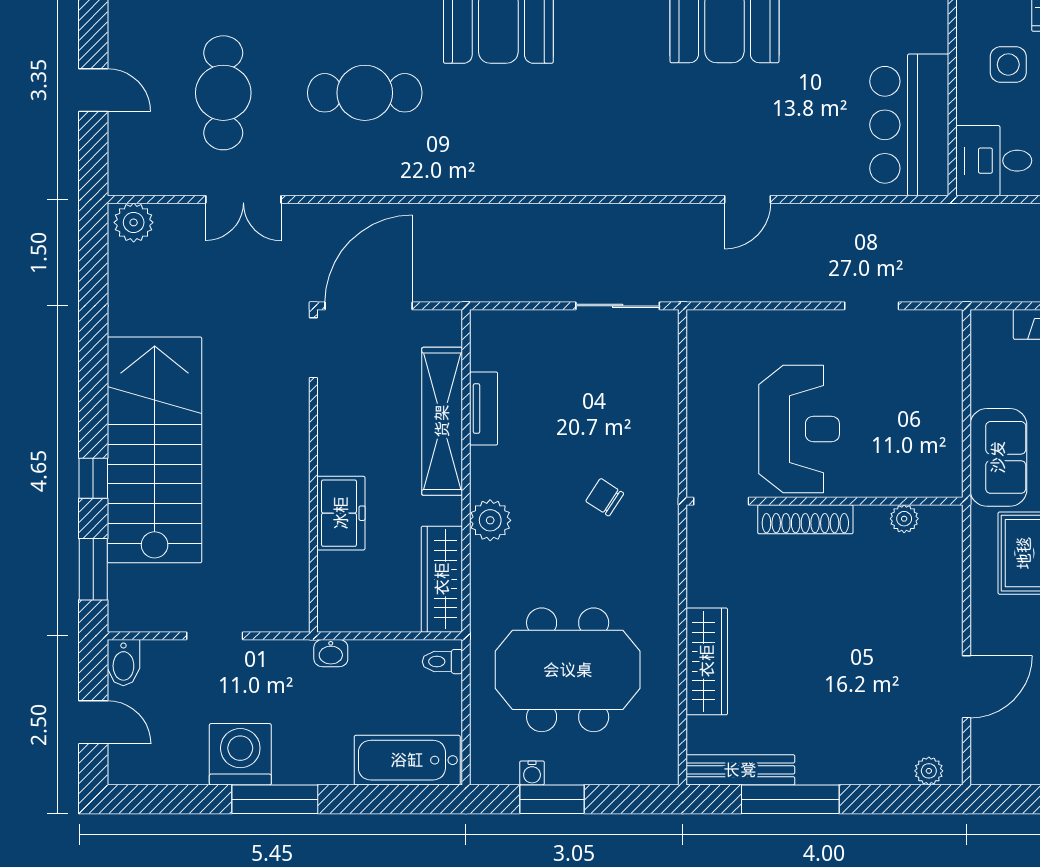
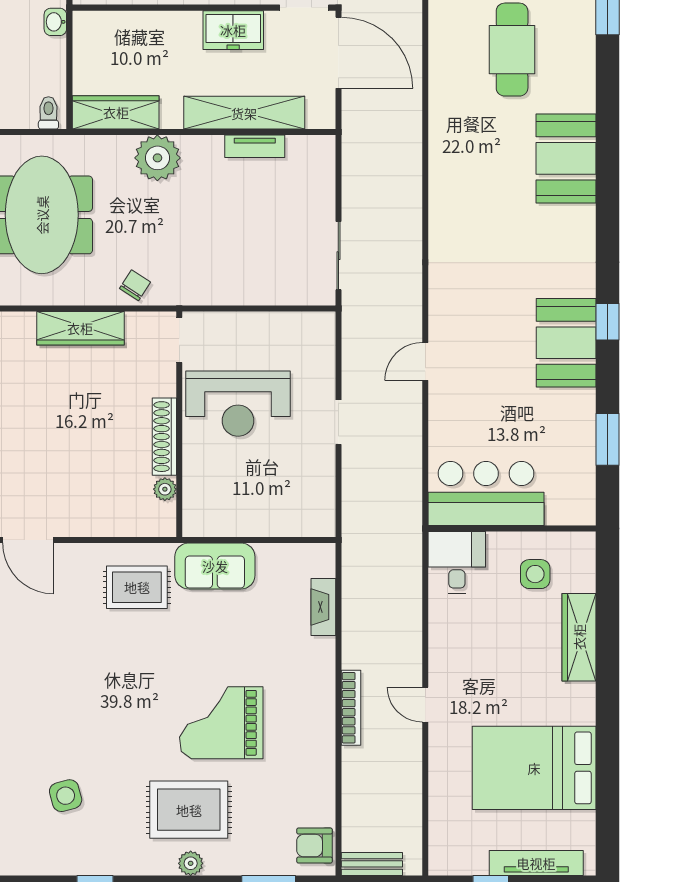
door: (747, 199) -> (425, 361), hinge flipped
doorway: (872, 306) -> (338, 422), moved
chair: (605, 497) -> (135, 285), moved
freezer: (341, 513) -> (233, 30), moved
shoe rack: (805, 519) -> (164, 437), moved
plant: (490, 520) -> (157, 158), width x1.36, depth x1.36
wardrobe: (707, 661) -> (80, 328), moved

